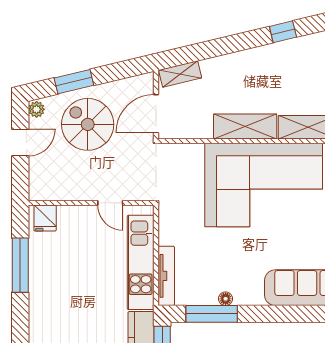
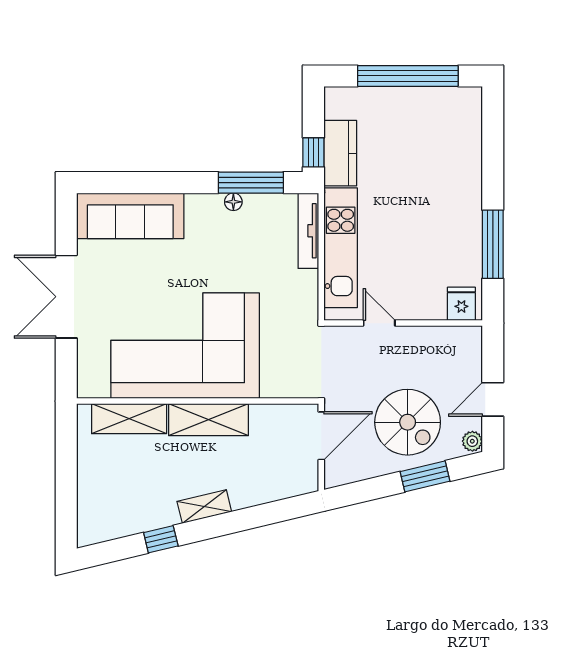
shelving: (180, 74) -> (204, 507), moved

